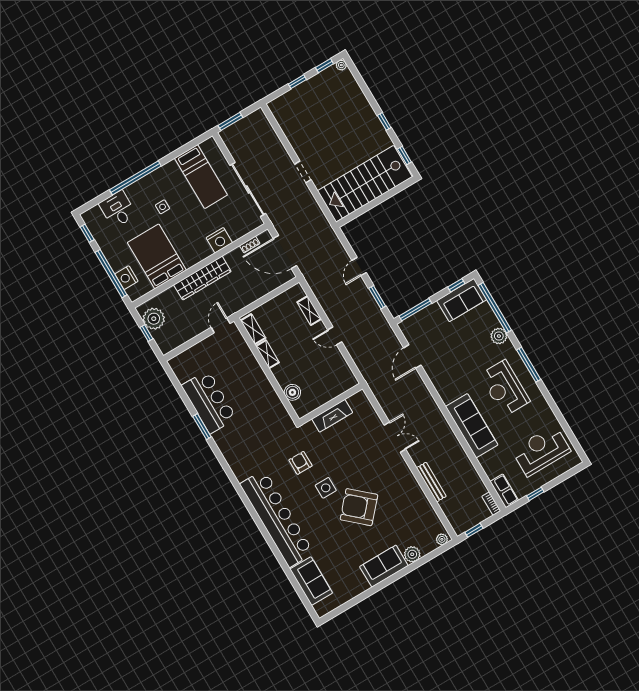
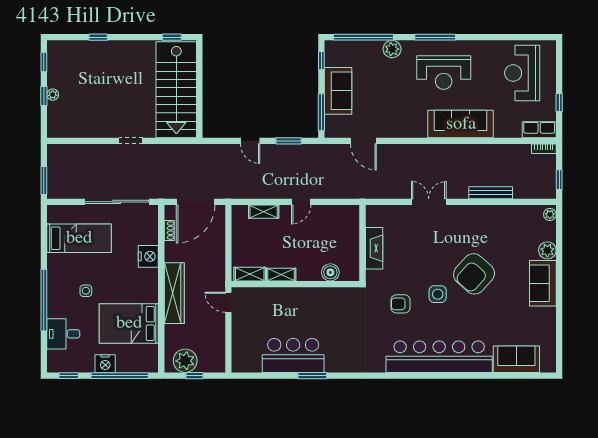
plant: (341, 65) -> (53, 95), moved
window: (384, 121) -> (98, 37), moved
nightstand: (126, 278) -> (105, 364), moved
sofa: (462, 300) -> (338, 91), moved

